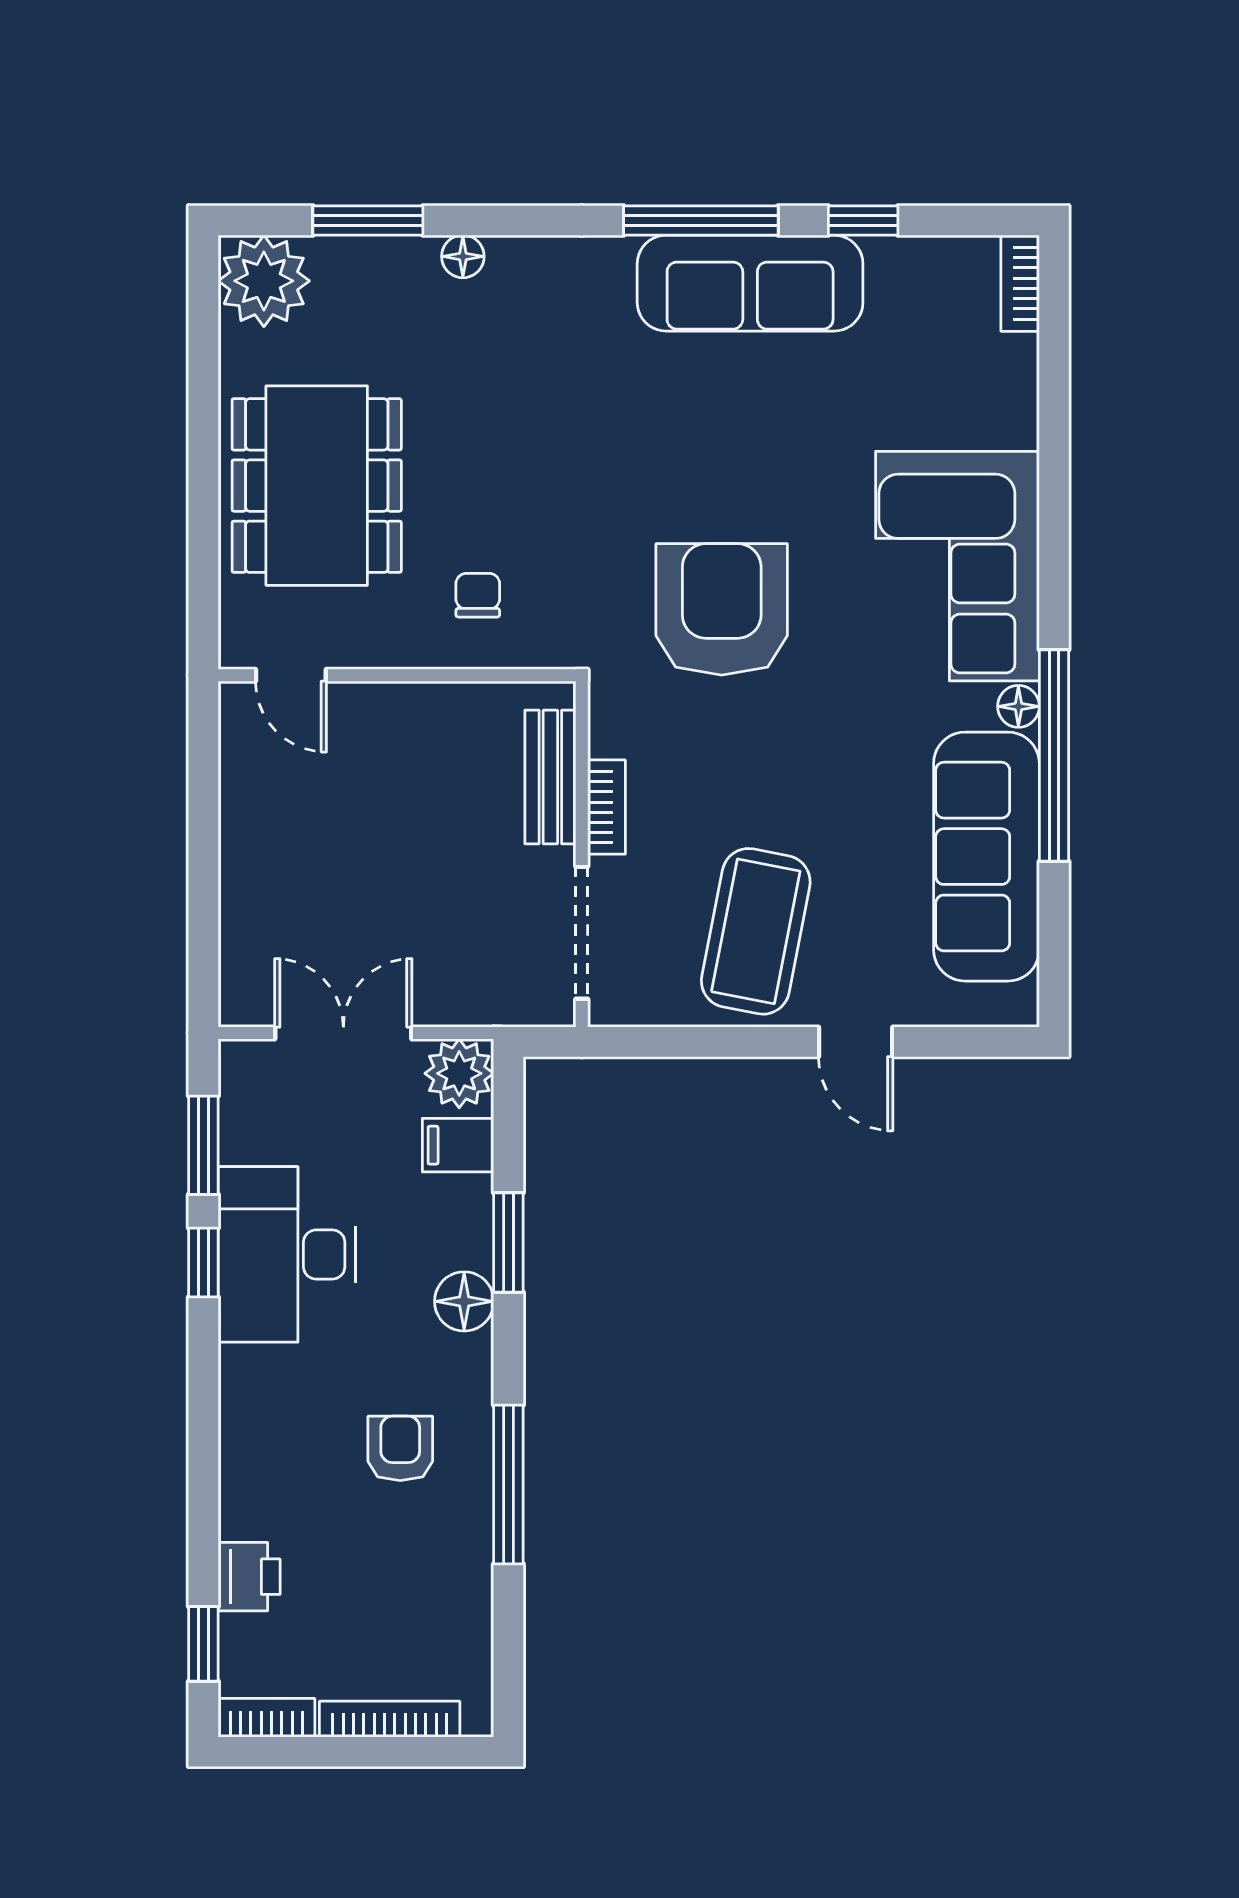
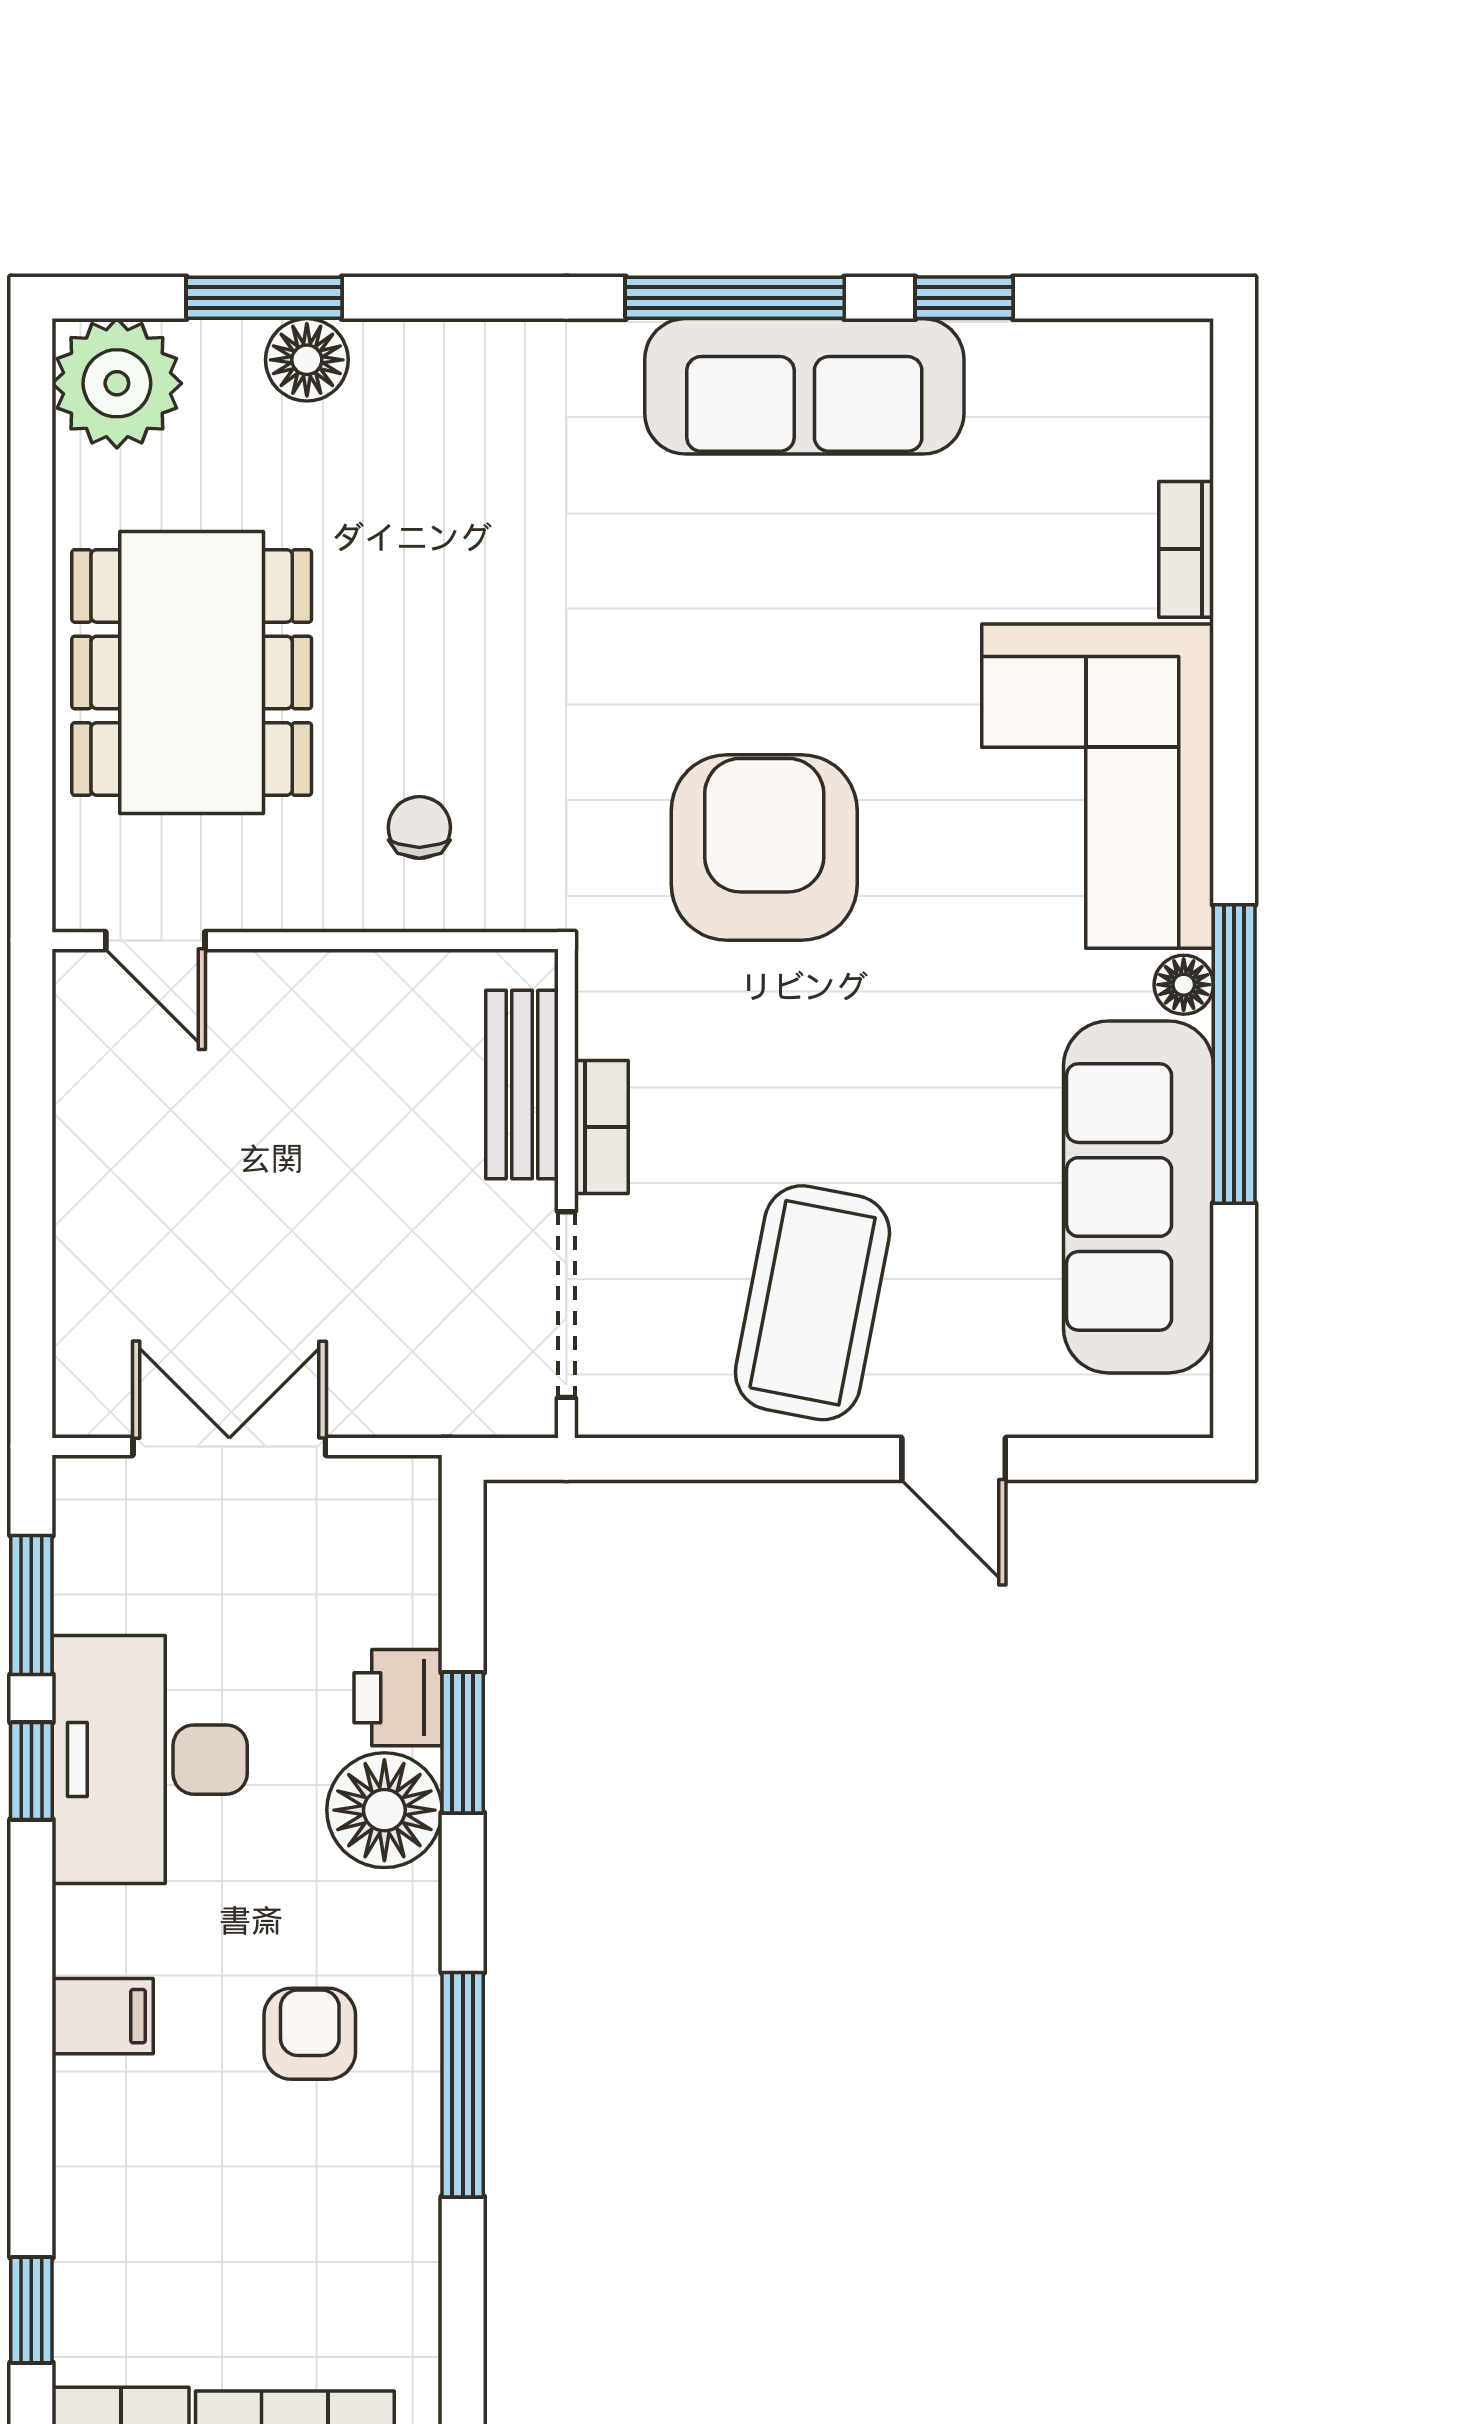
floor lamp: (463, 256) -> (307, 360), moved, width x1.37, depth x1.37
bookcase: (1020, 283) -> (1186, 549), moved
plant: (459, 1073) -> (393, 1504), removed
filing cabinet: (458, 1145) -> (103, 2016), moved, turned 180
floor lamp: (464, 1301) -> (384, 1810), width x1.38, depth x1.38
printer: (249, 1577) -> (398, 1698), moved, turned 180

